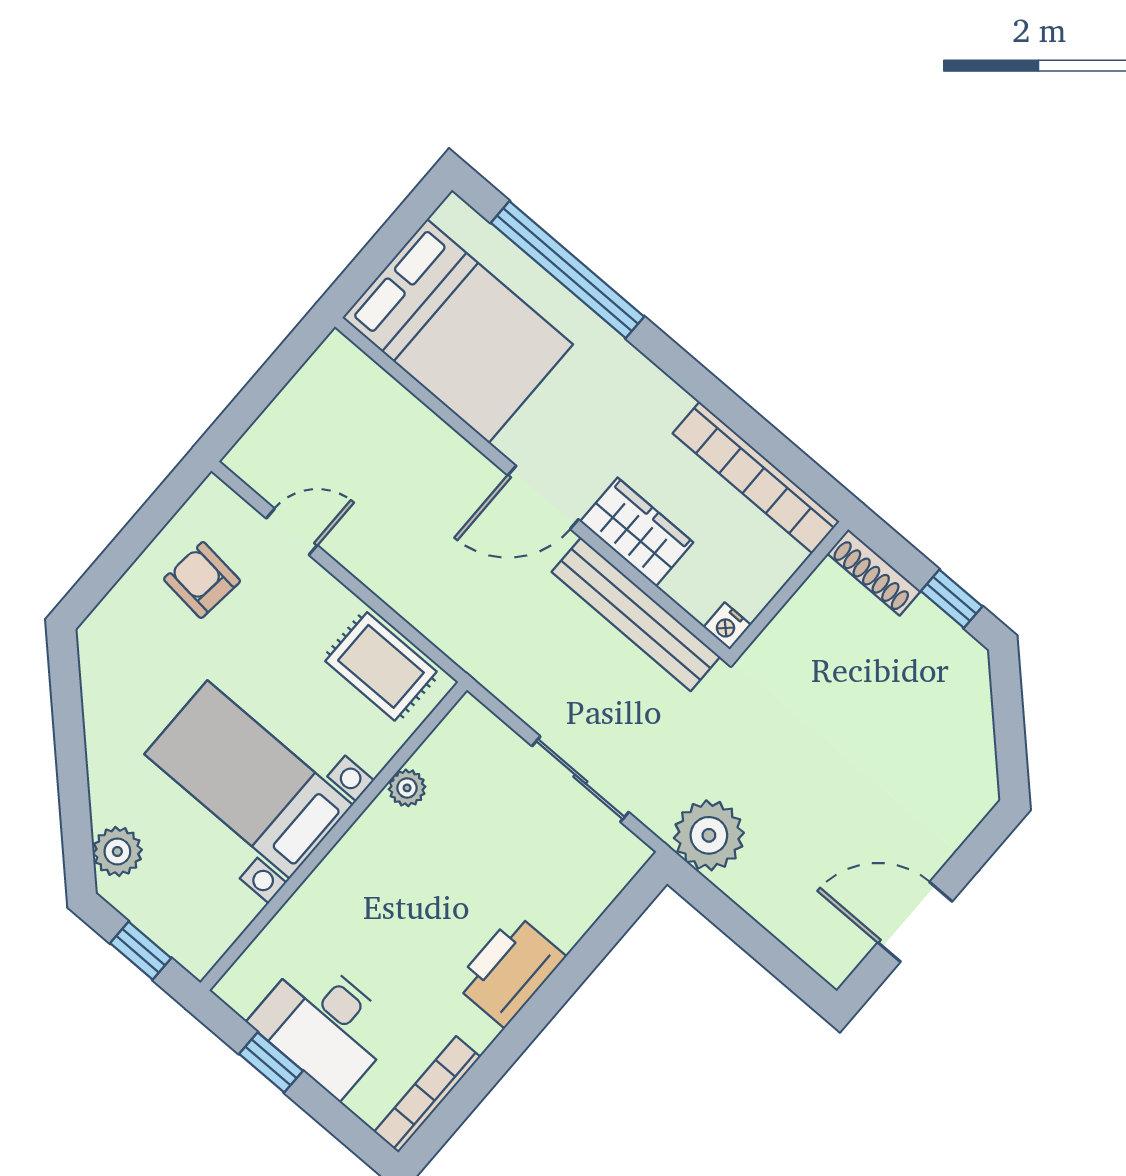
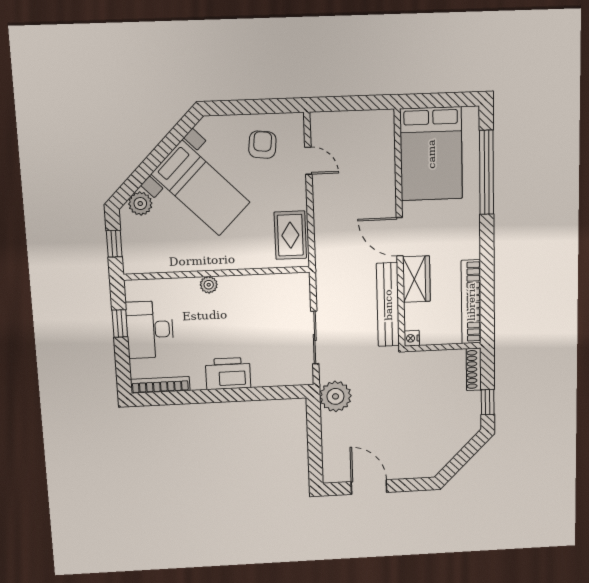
bed with nightstands: (249, 780) -> (201, 188), moved, turned 135
plant: (407, 788) -> (209, 285), moved

